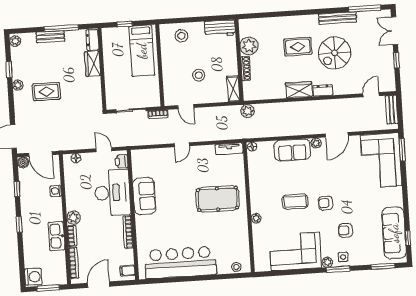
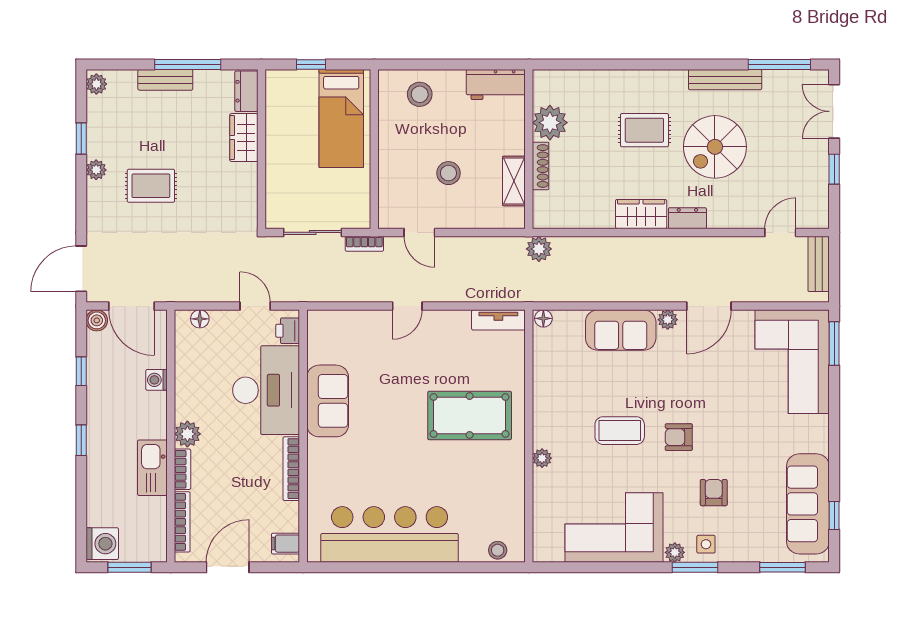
shelving: (233, 89) -> (514, 181), moved
armchair: (345, 230) -> (714, 493), turned 88

